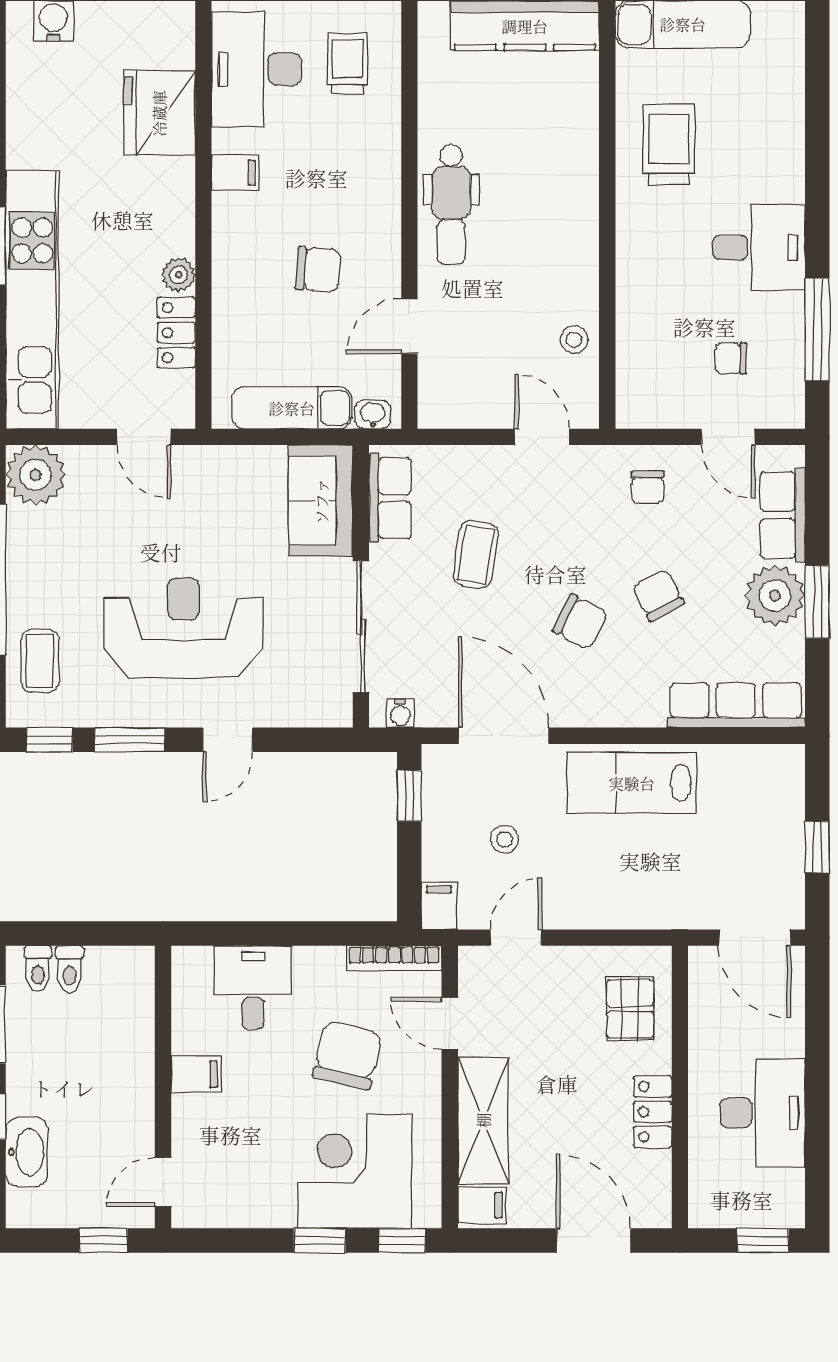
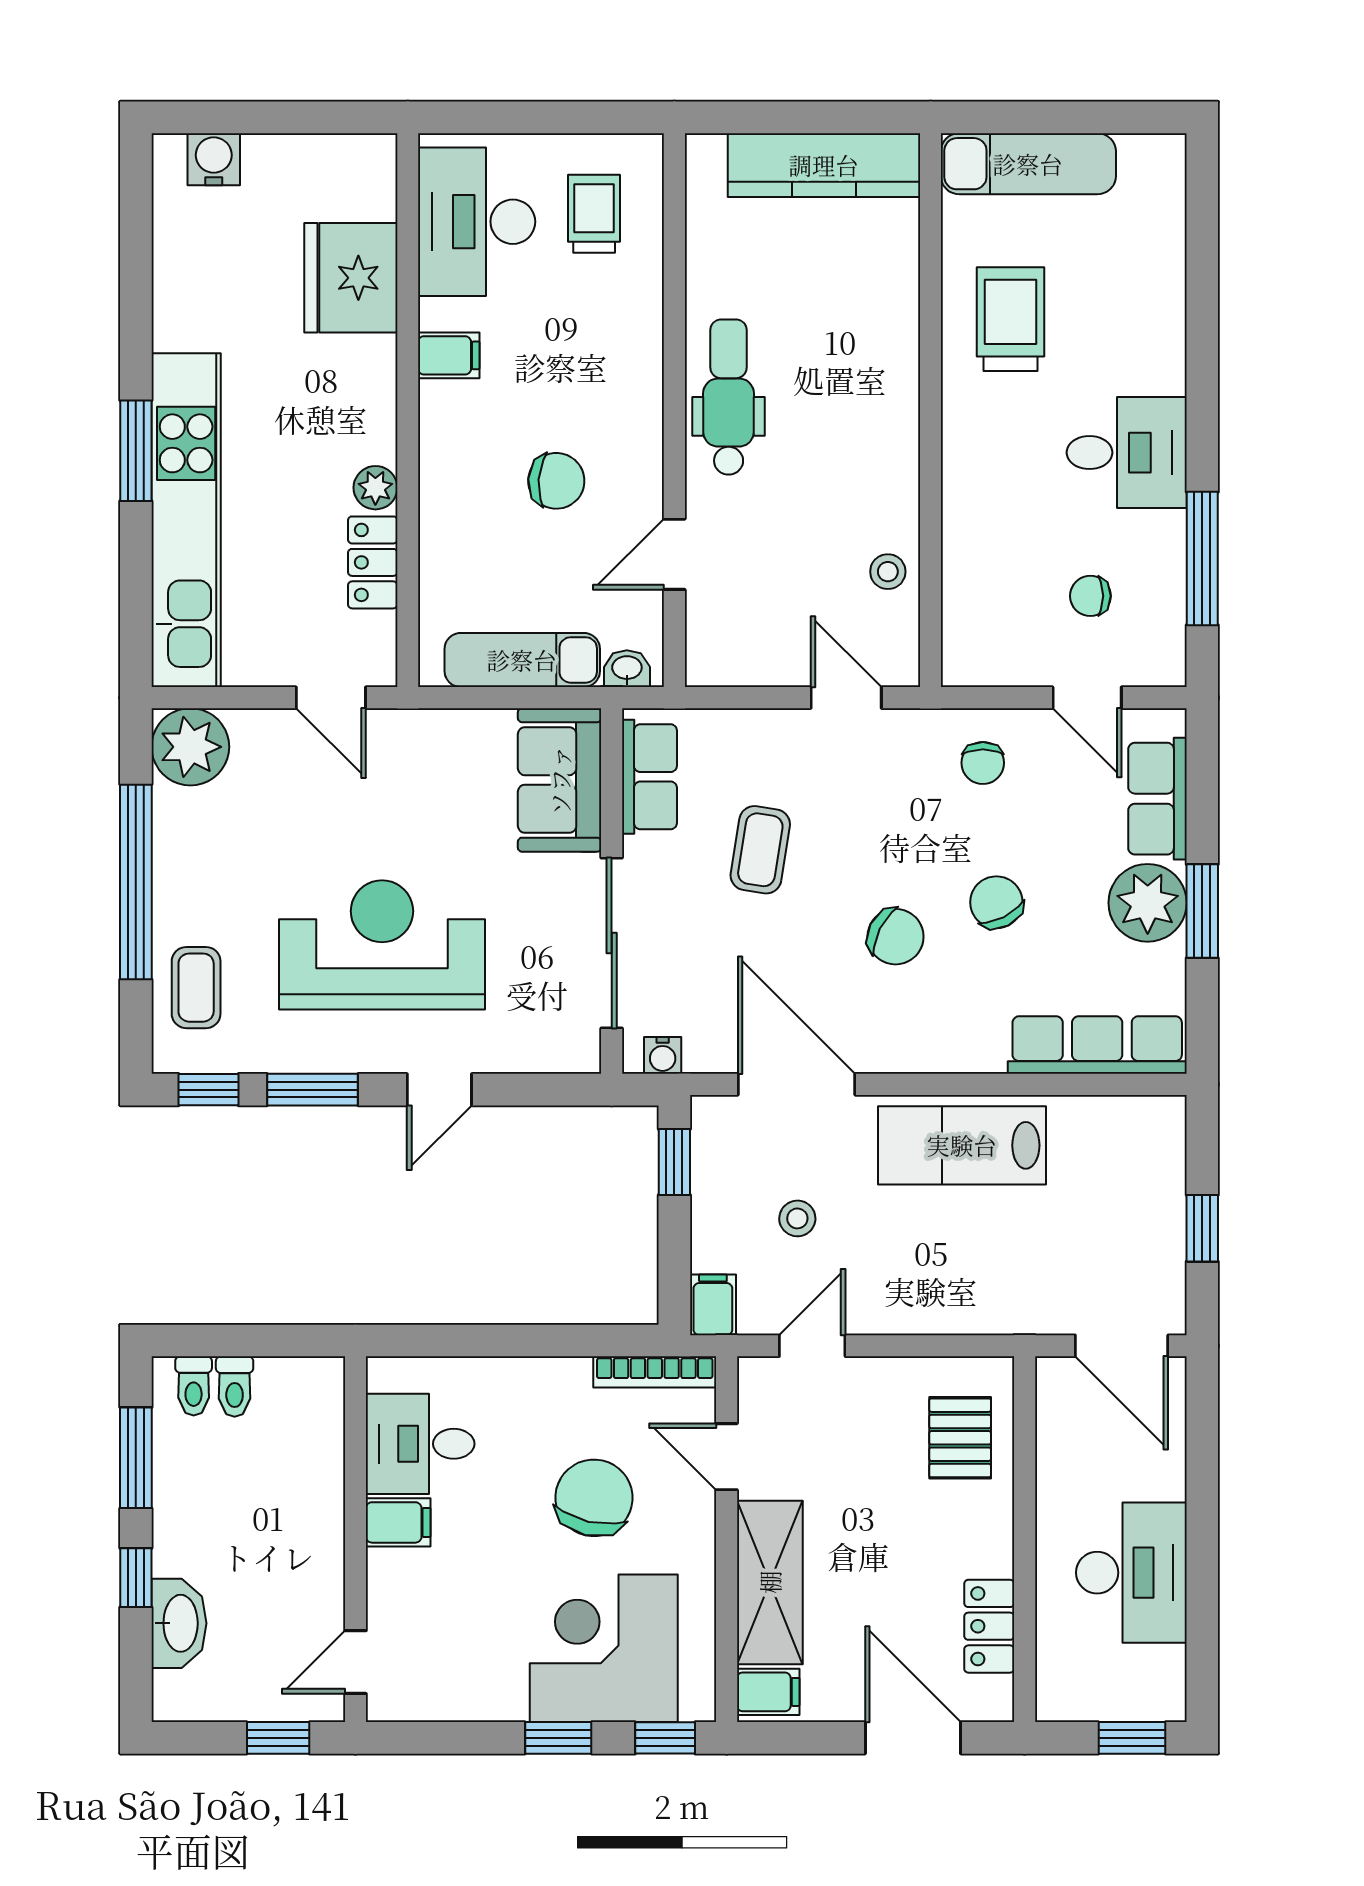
dental chair: (451, 205) -> (729, 397), turned 180
desk: (253, 988) -> (420, 1444), moved, turned -90
locker: (653, 1112) -> (989, 1626), moved

